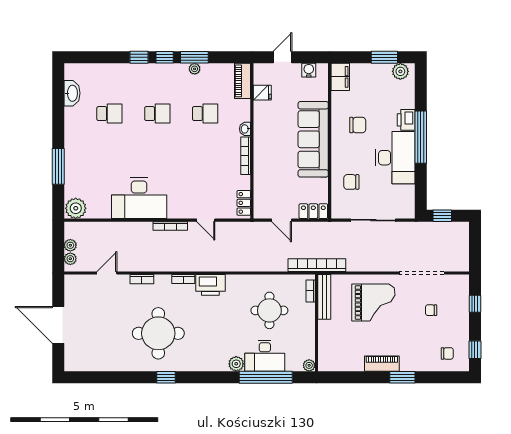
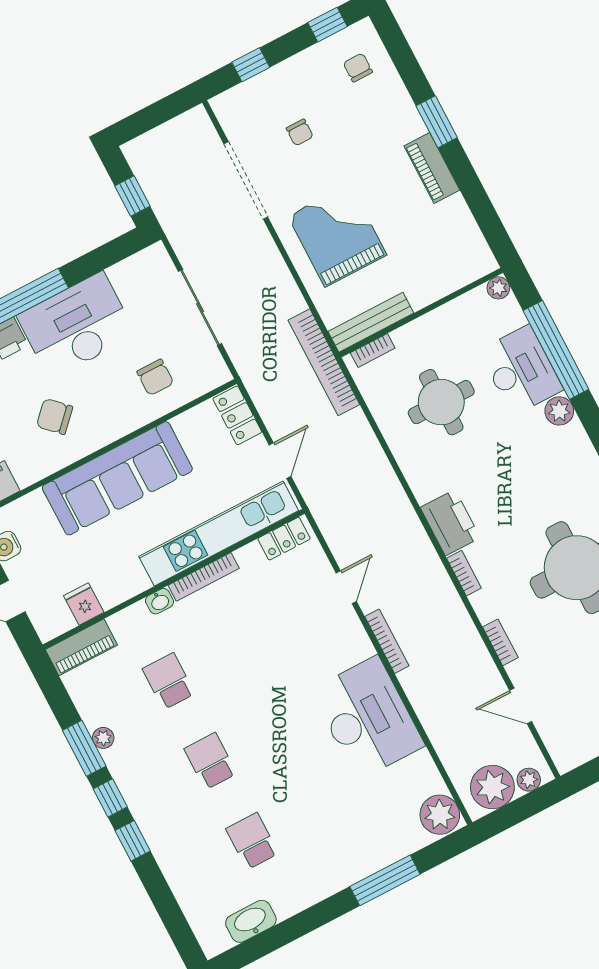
chair: (358, 125) -> (55, 416), turned -46
kitchen unit: (262, 173) -> (219, 533), added
plant: (70, 245) -> (492, 787), width x1.88, depth x1.88

